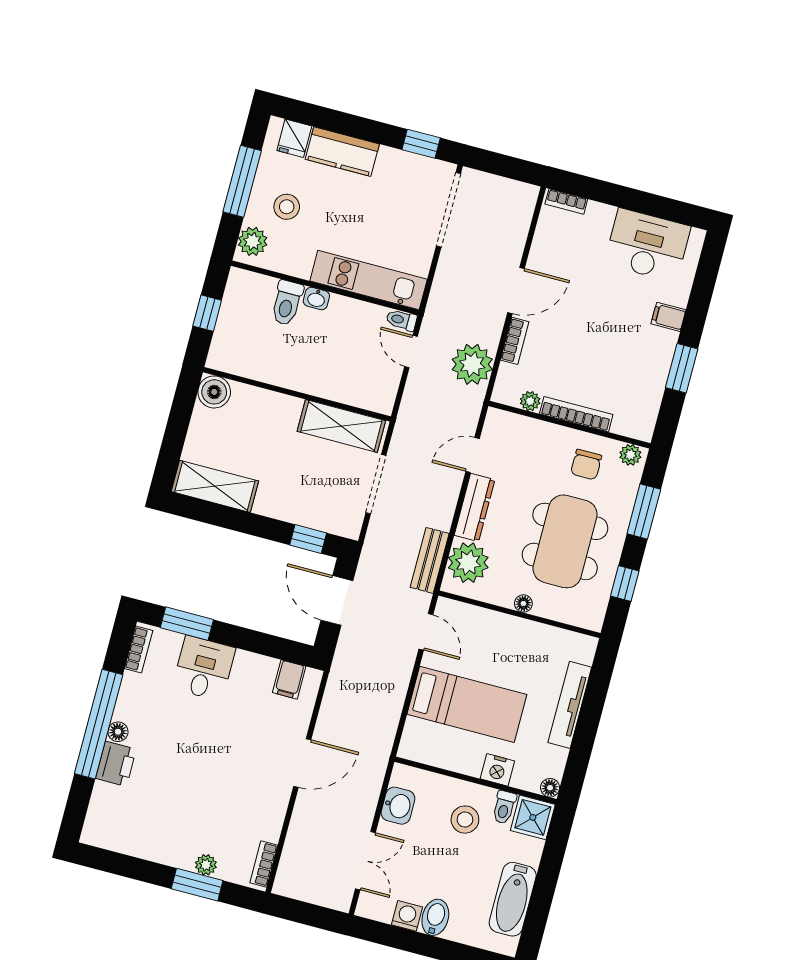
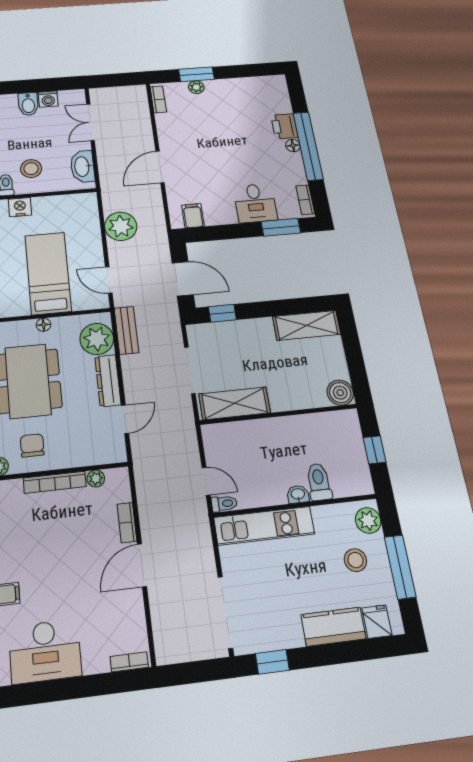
plant: (472, 364) -> (121, 226), moved
bed: (467, 704) -> (48, 273), moved, turned 90
washbasin: (398, 806) -> (82, 167), width x1.38

